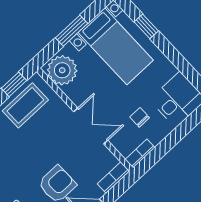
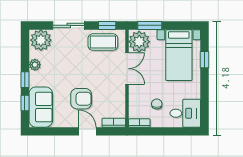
window: (72, 31) -> (150, 25), moved
double door: (91, 126) -> (127, 69), moved

